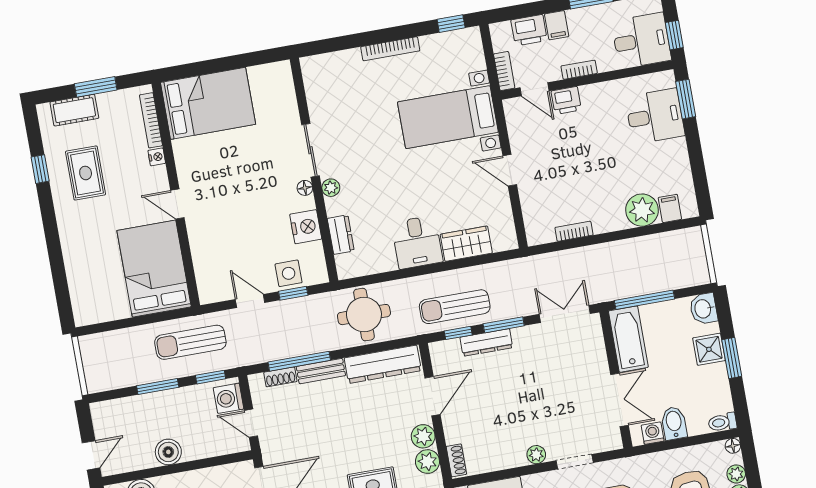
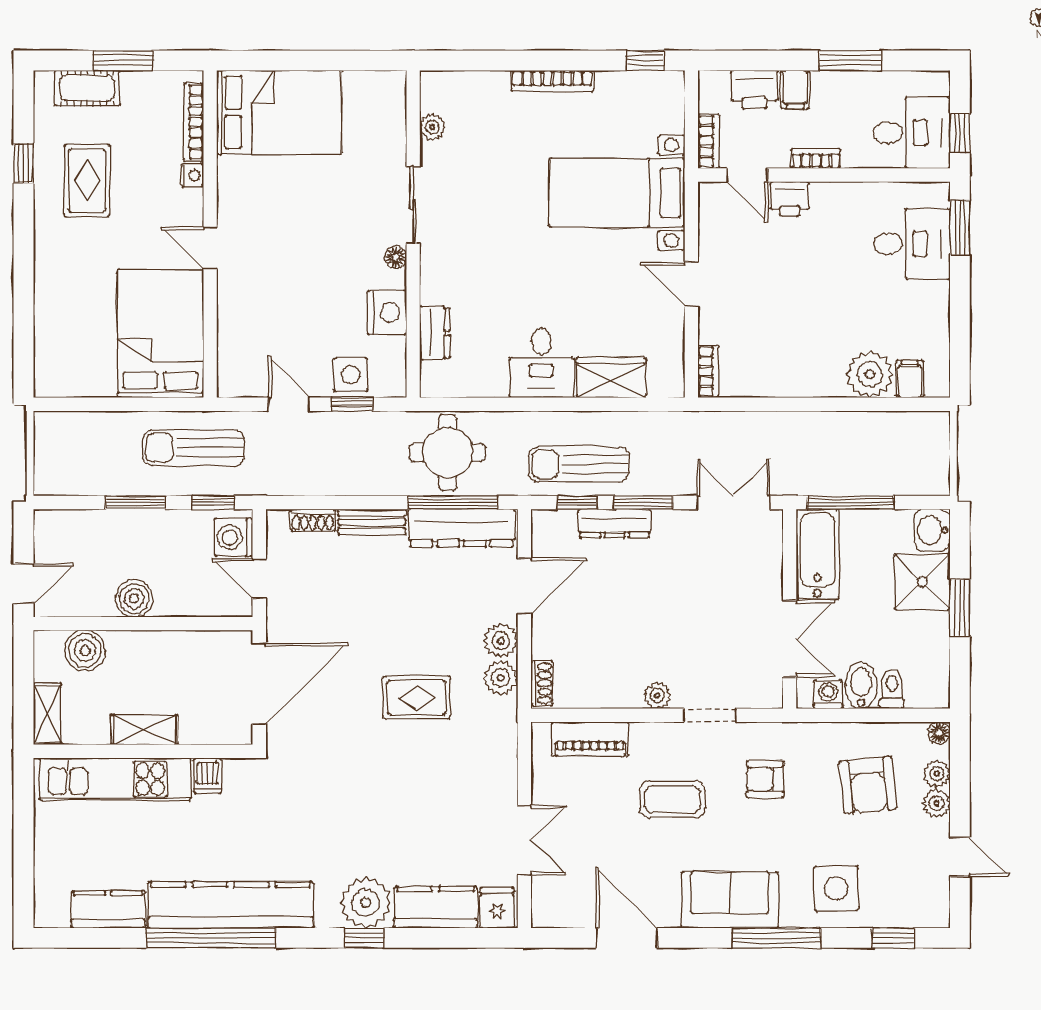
plant: (331, 188) -> (432, 127), moved
bookcase: (574, 231) -> (708, 371), moved, turned 90
shower: (709, 349) -> (922, 582), width x1.36, depth x1.36
window: (299, 361) -> (453, 502), moved
toilet: (722, 422) -> (892, 689), moved, turned 90

